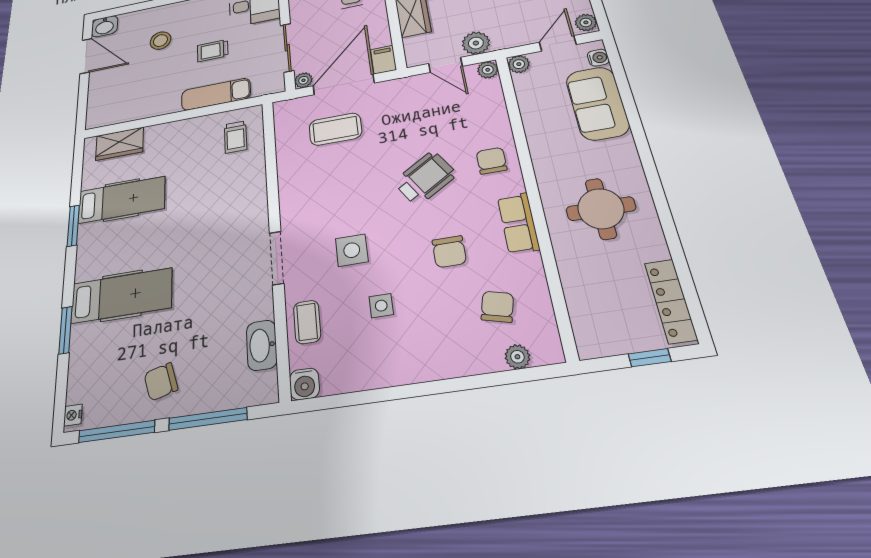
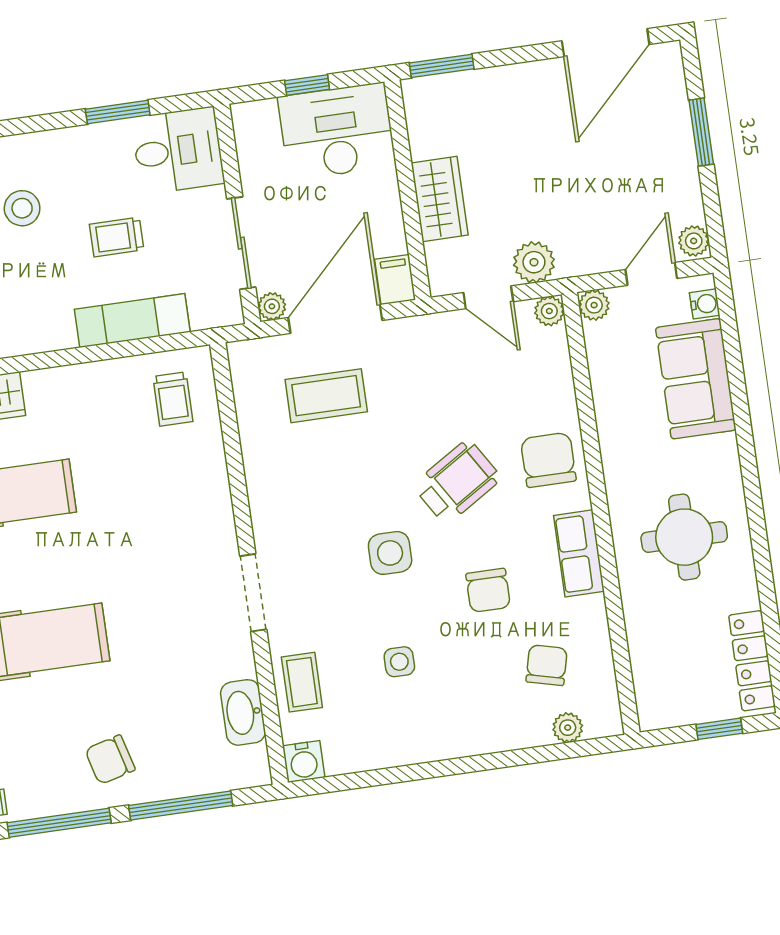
chair: (492, 161) -> (548, 460), width x1.37, depth x1.37
side table: (352, 250) -> (390, 553), moved

